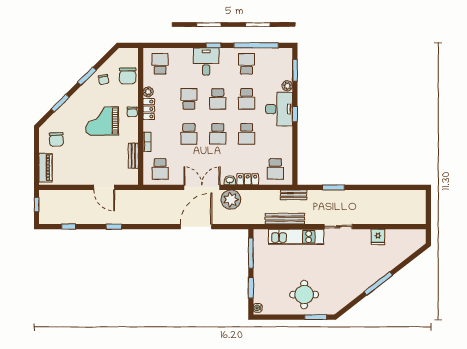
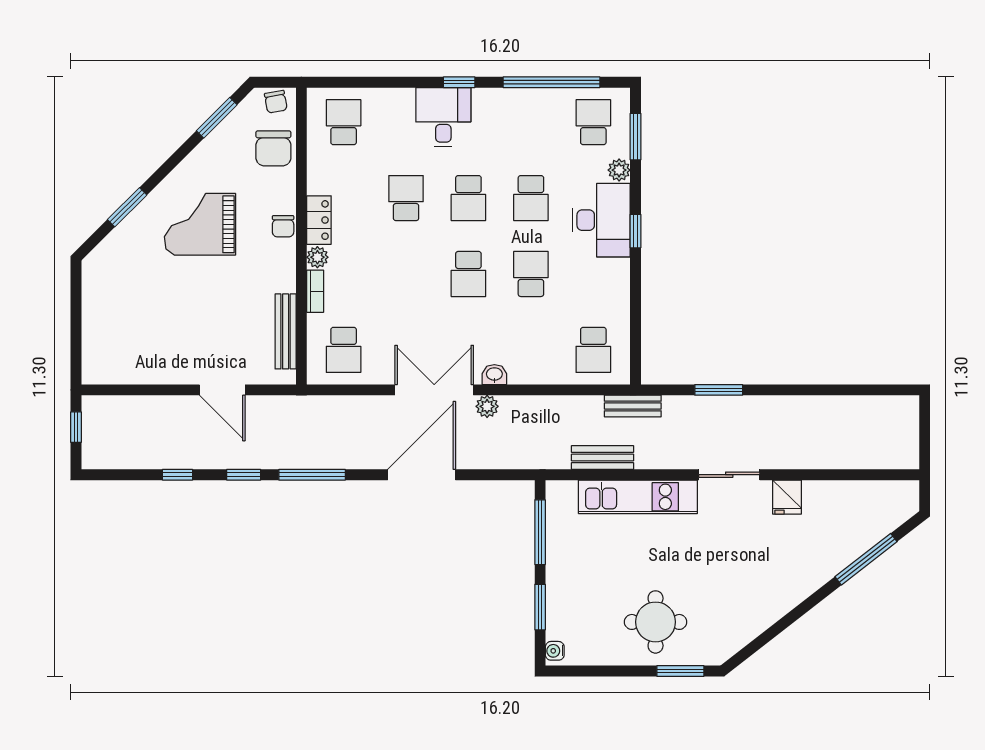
school desk: (247, 64) -> (593, 122), moved
window: (87, 76) -> (217, 118), moved
chair: (104, 79) -> (276, 102), moved
plant: (148, 92) -> (317, 257), moved
grand piano: (102, 121) -> (200, 224), moved
school desk: (189, 134) -> (406, 274), removed
school desk: (247, 134) -> (531, 274), turned 180
chair: (56, 139) -> (119, 286), removed
bench: (133, 156) -> (286, 331), width x1.36
piano: (45, 168) -> (95, 347), removed
locker: (248, 179) -> (533, 372), removed
plant: (231, 200) -> (487, 406), width x0.53, depth x0.53
bench: (285, 219) -> (603, 458), width x0.73
window: (69, 227) -> (178, 475), moved
window: (146, 227) -> (312, 475), added
fridge: (378, 237) -> (787, 497), moved
window: (378, 284) -> (866, 559), moved

